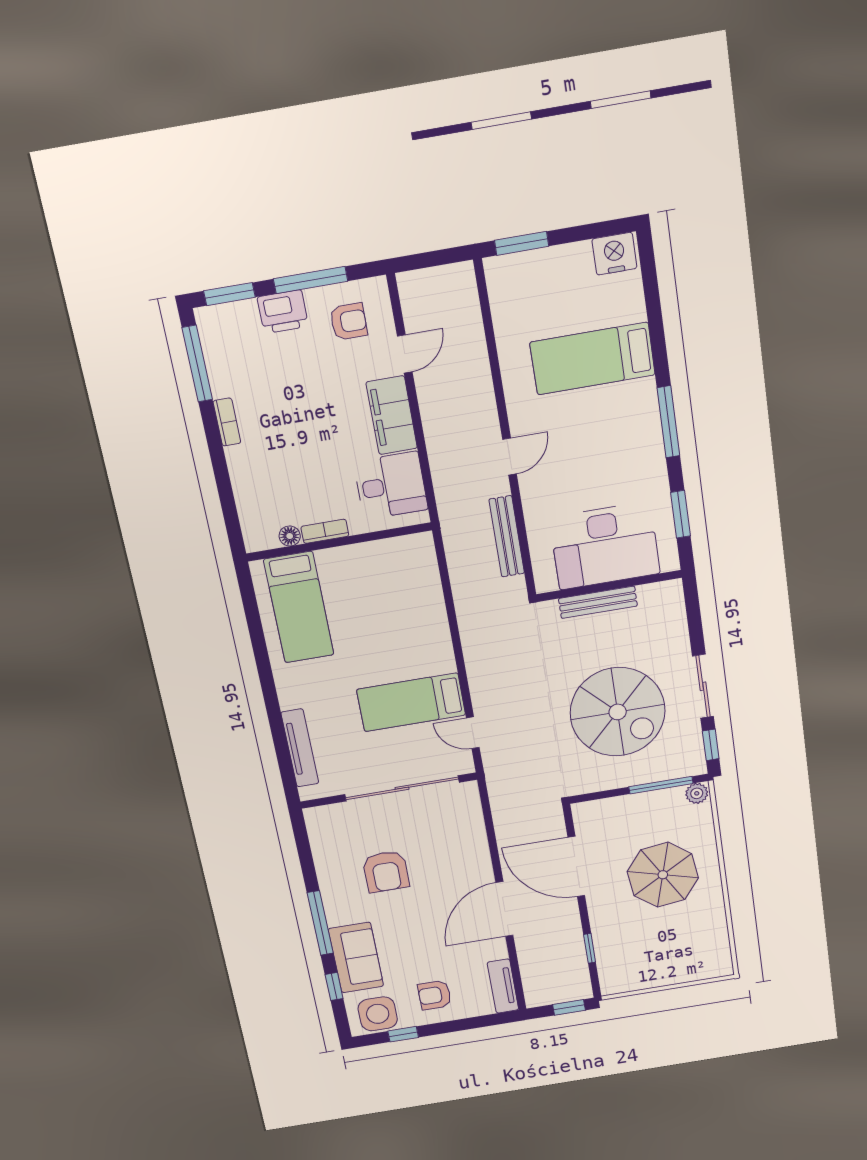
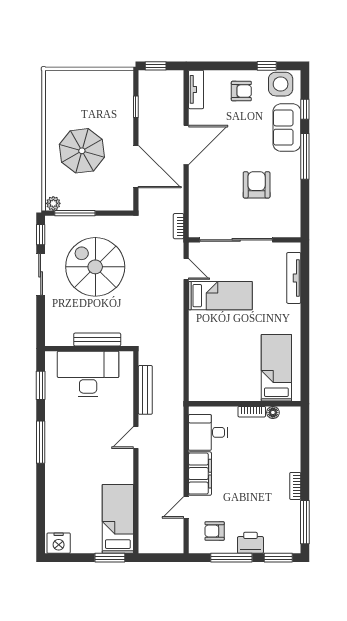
bed: (593, 359) -> (118, 519), moved, turned -90
bookcase: (496, 793) -> (179, 226), added

